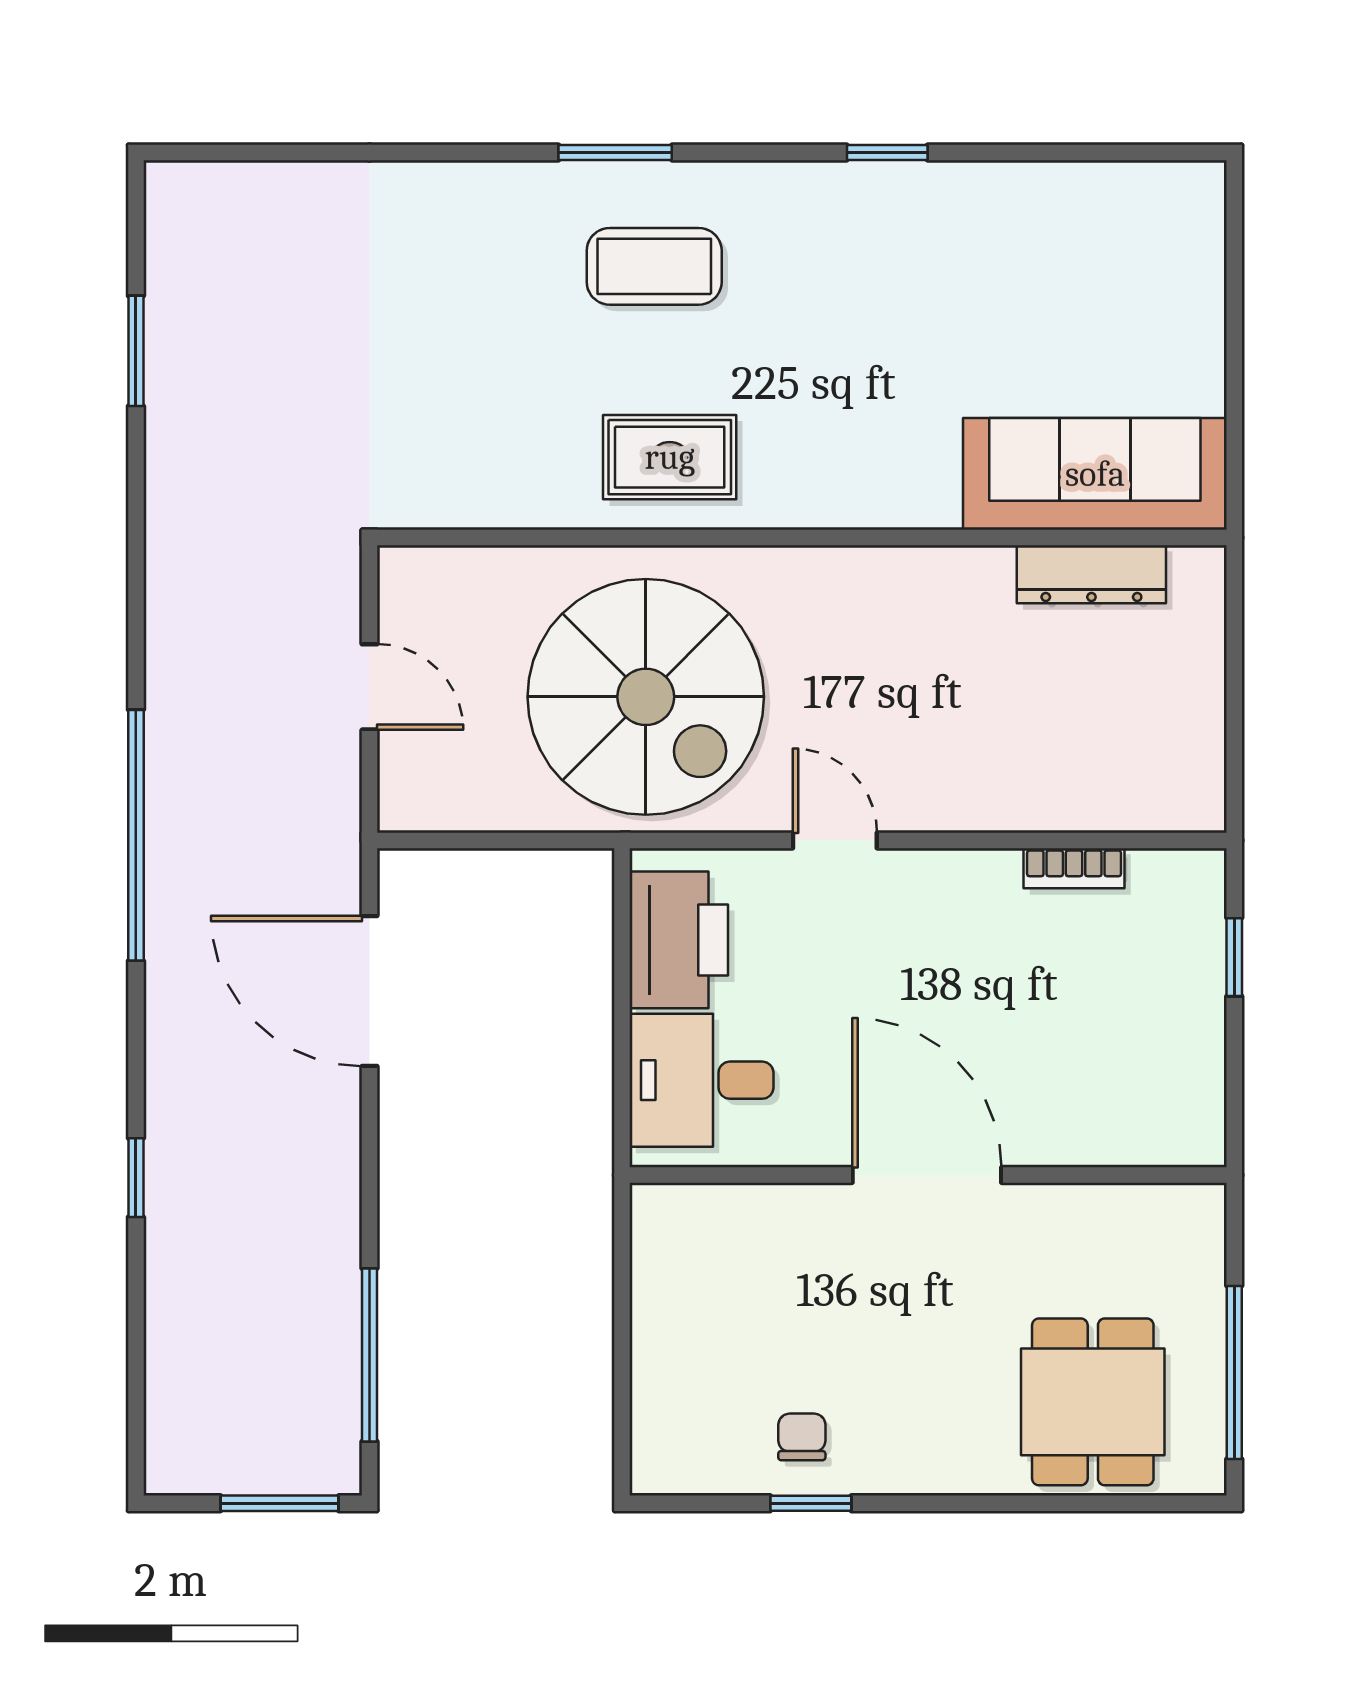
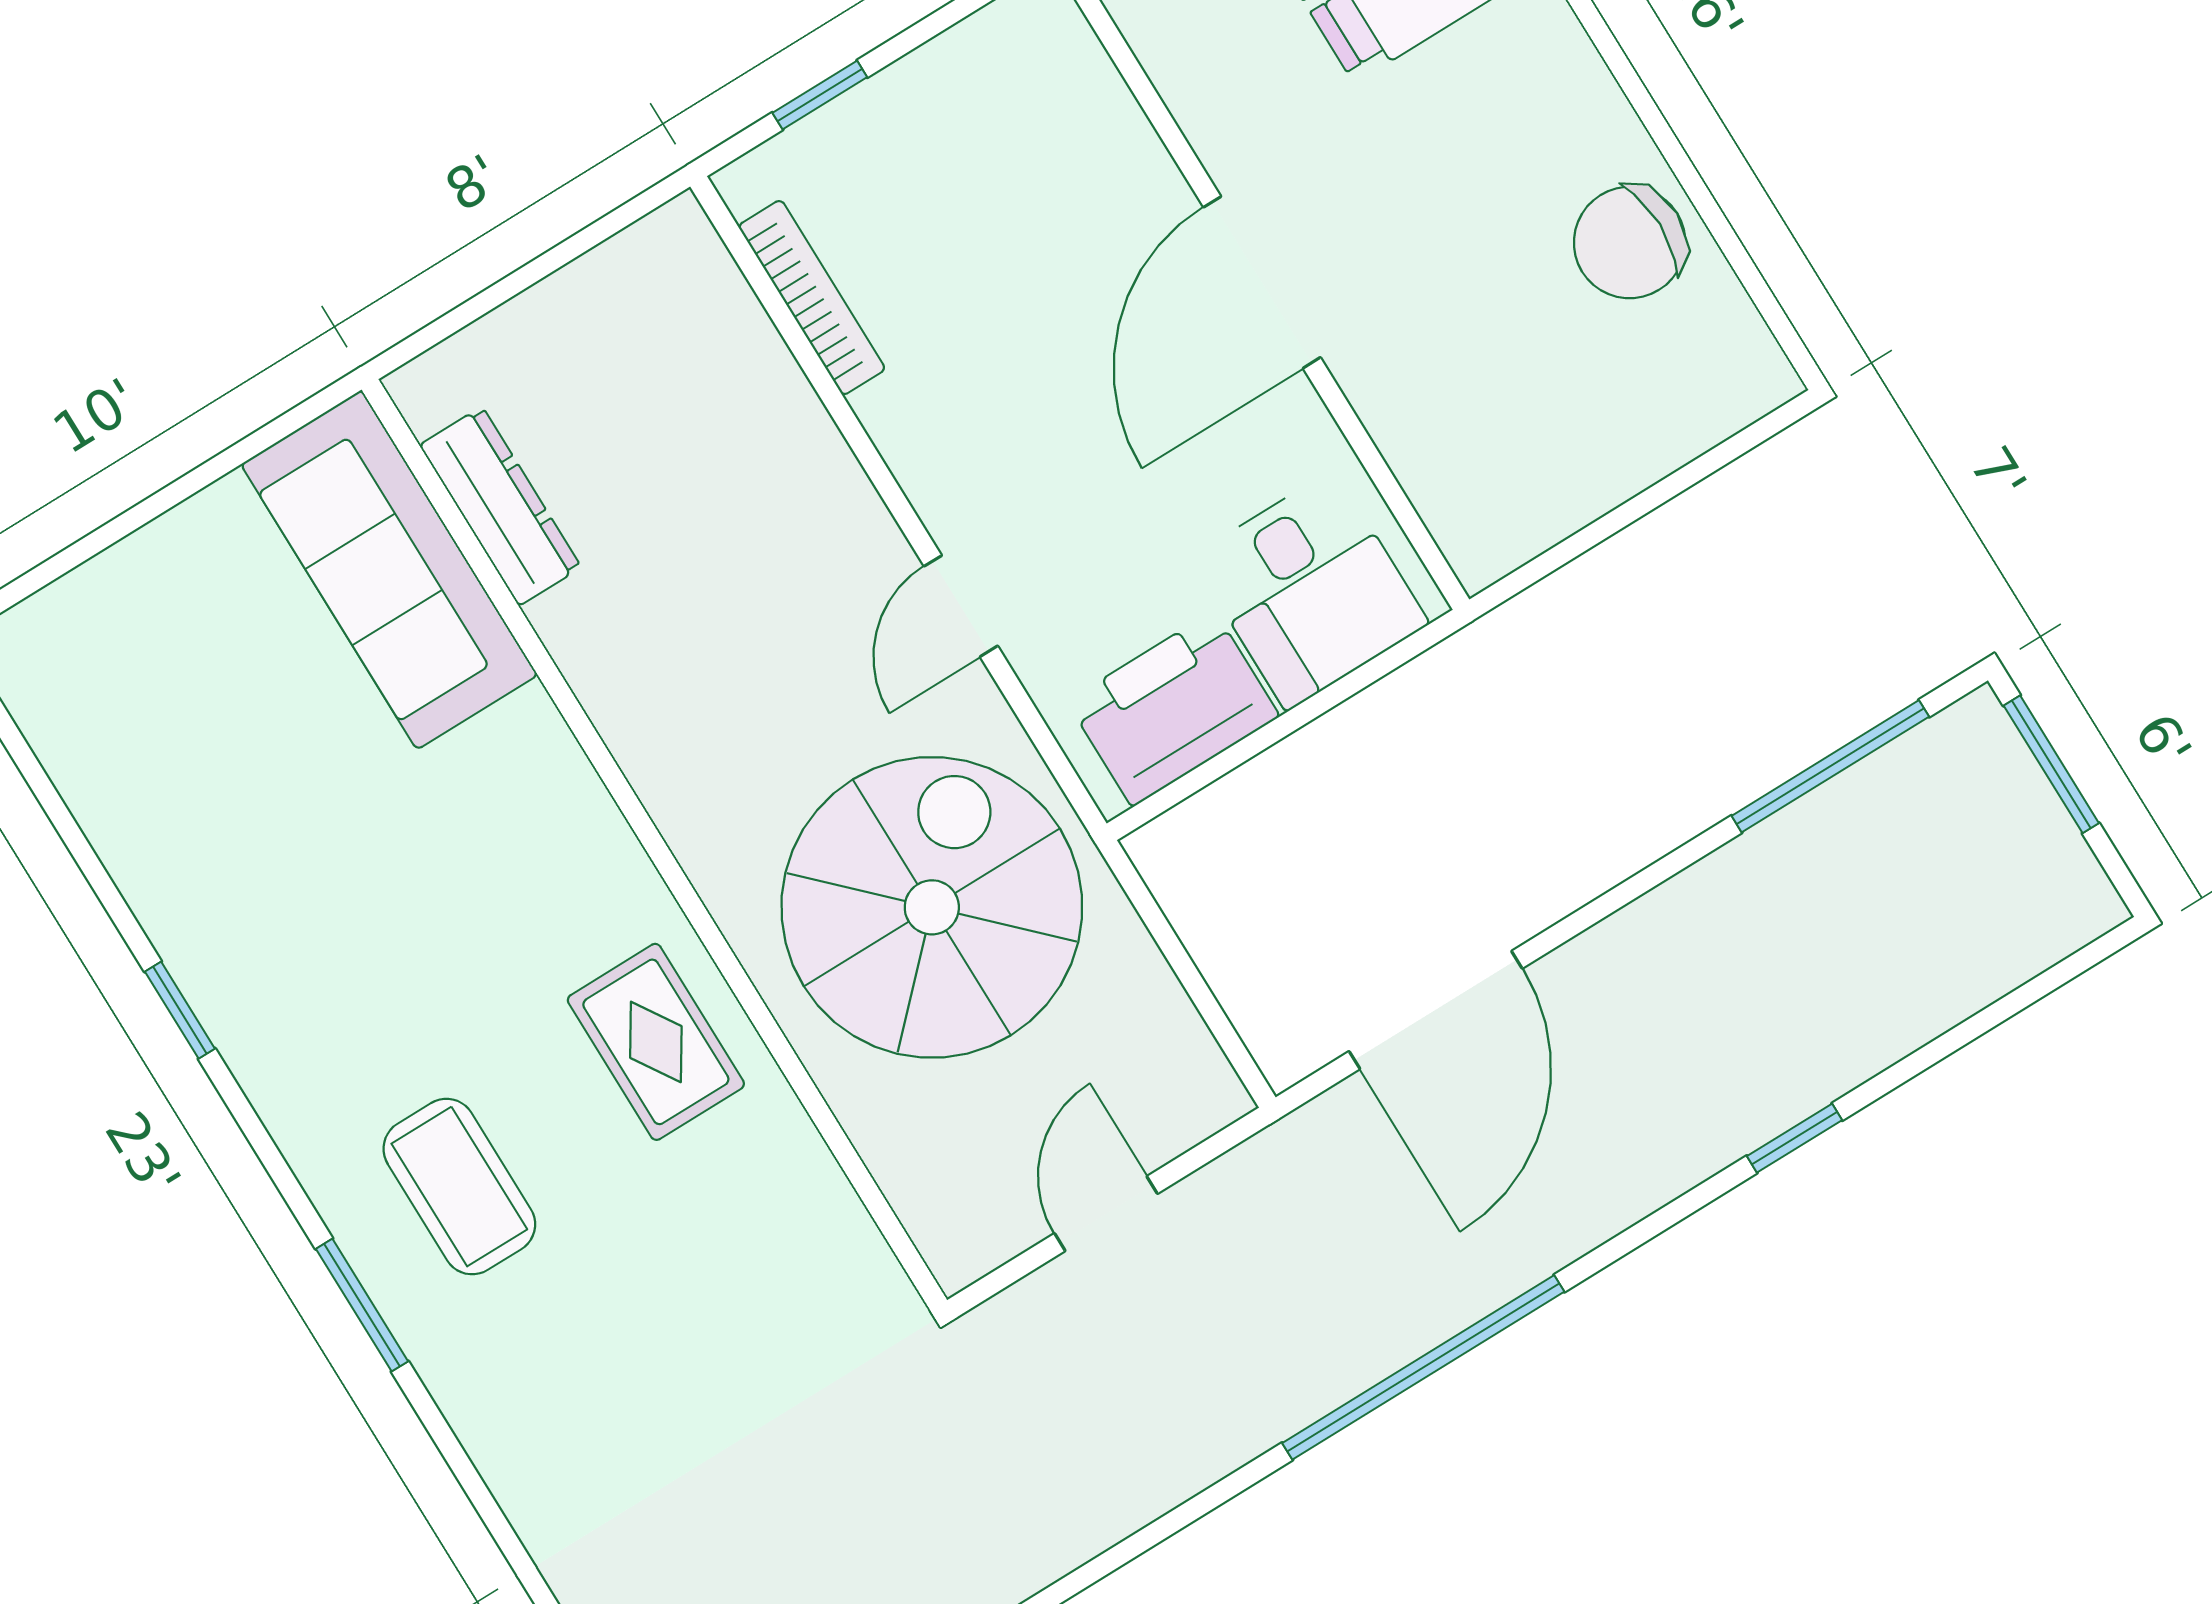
bookcase: (1074, 868) -> (812, 298), width x1.56
chair: (802, 1437) -> (1630, 243), width x1.87, depth x1.87
window: (811, 1503) -> (1696, 188), removed

